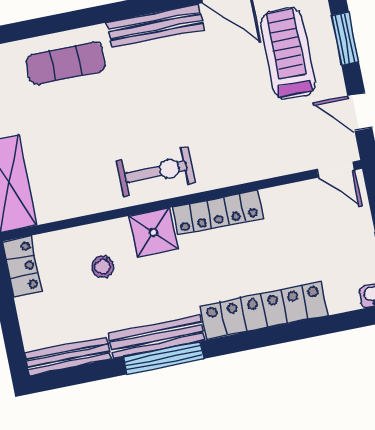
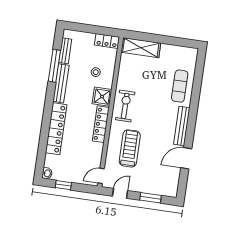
treadmill: (288, 54) -> (130, 148), moved, turned -90
exercise bike: (156, 172) -> (125, 106), turned 180
bench: (68, 356) -> (65, 51), width x0.73
window: (164, 358) -> (54, 66), moved

